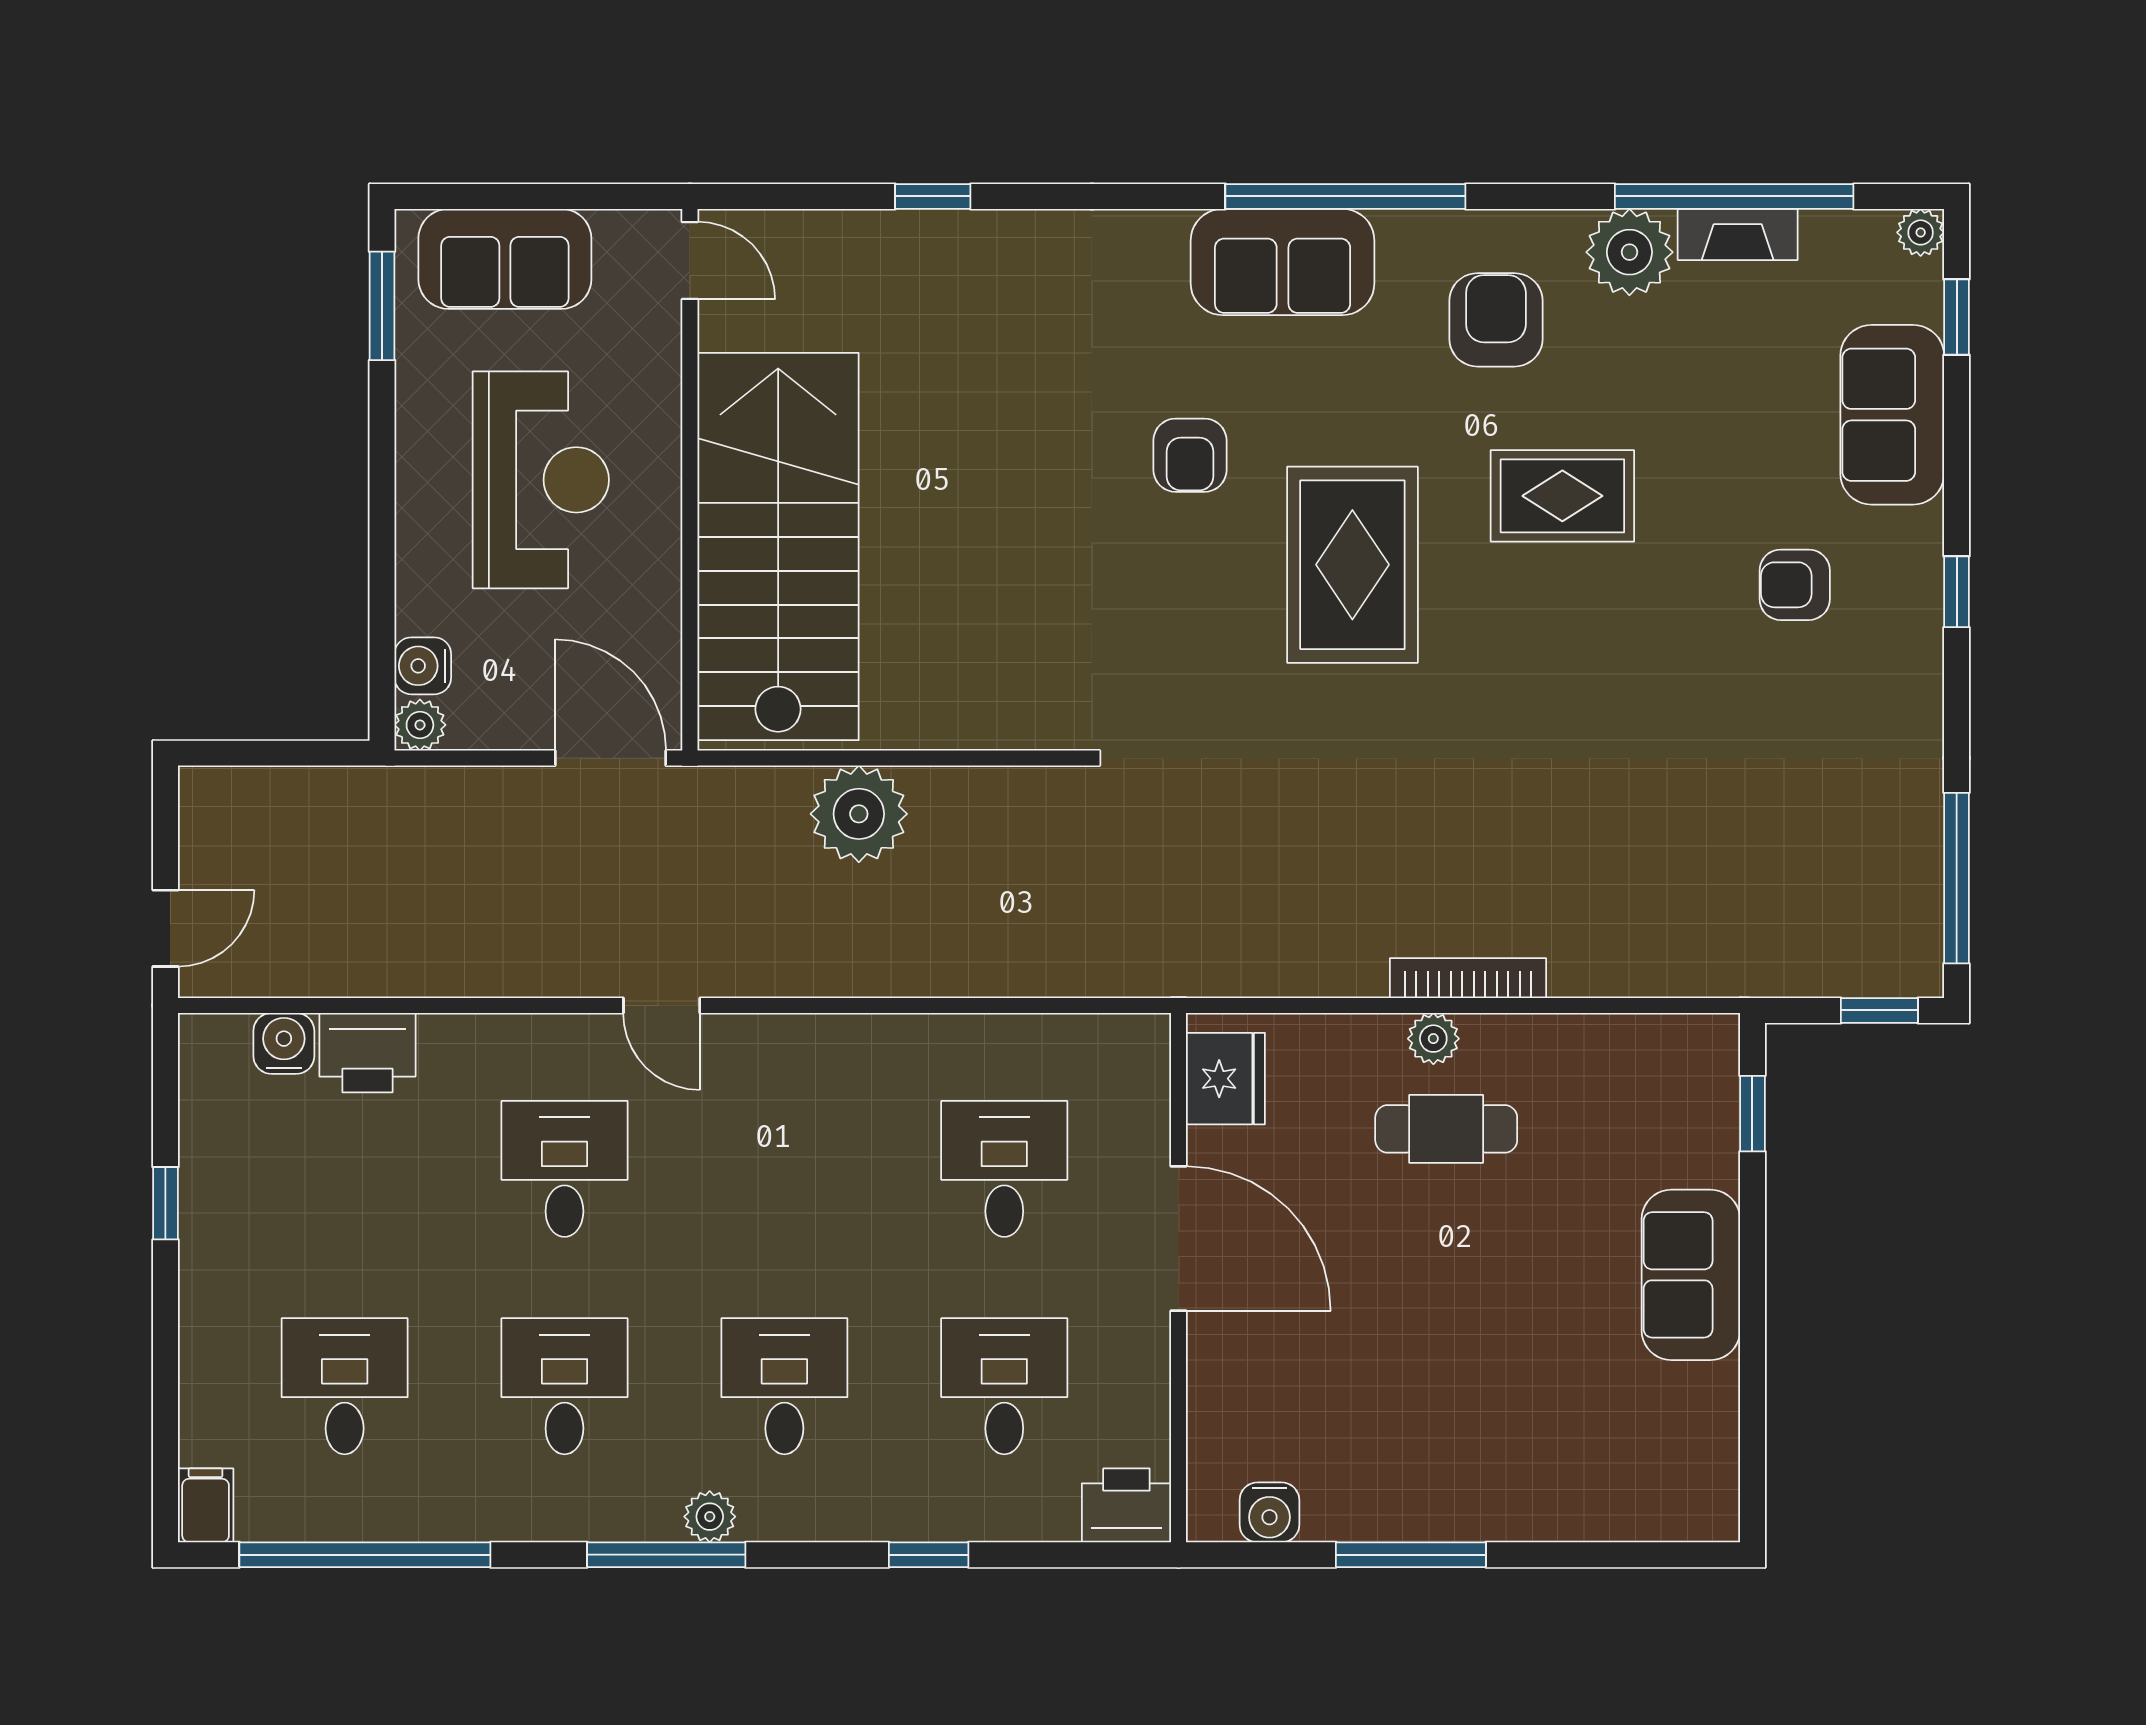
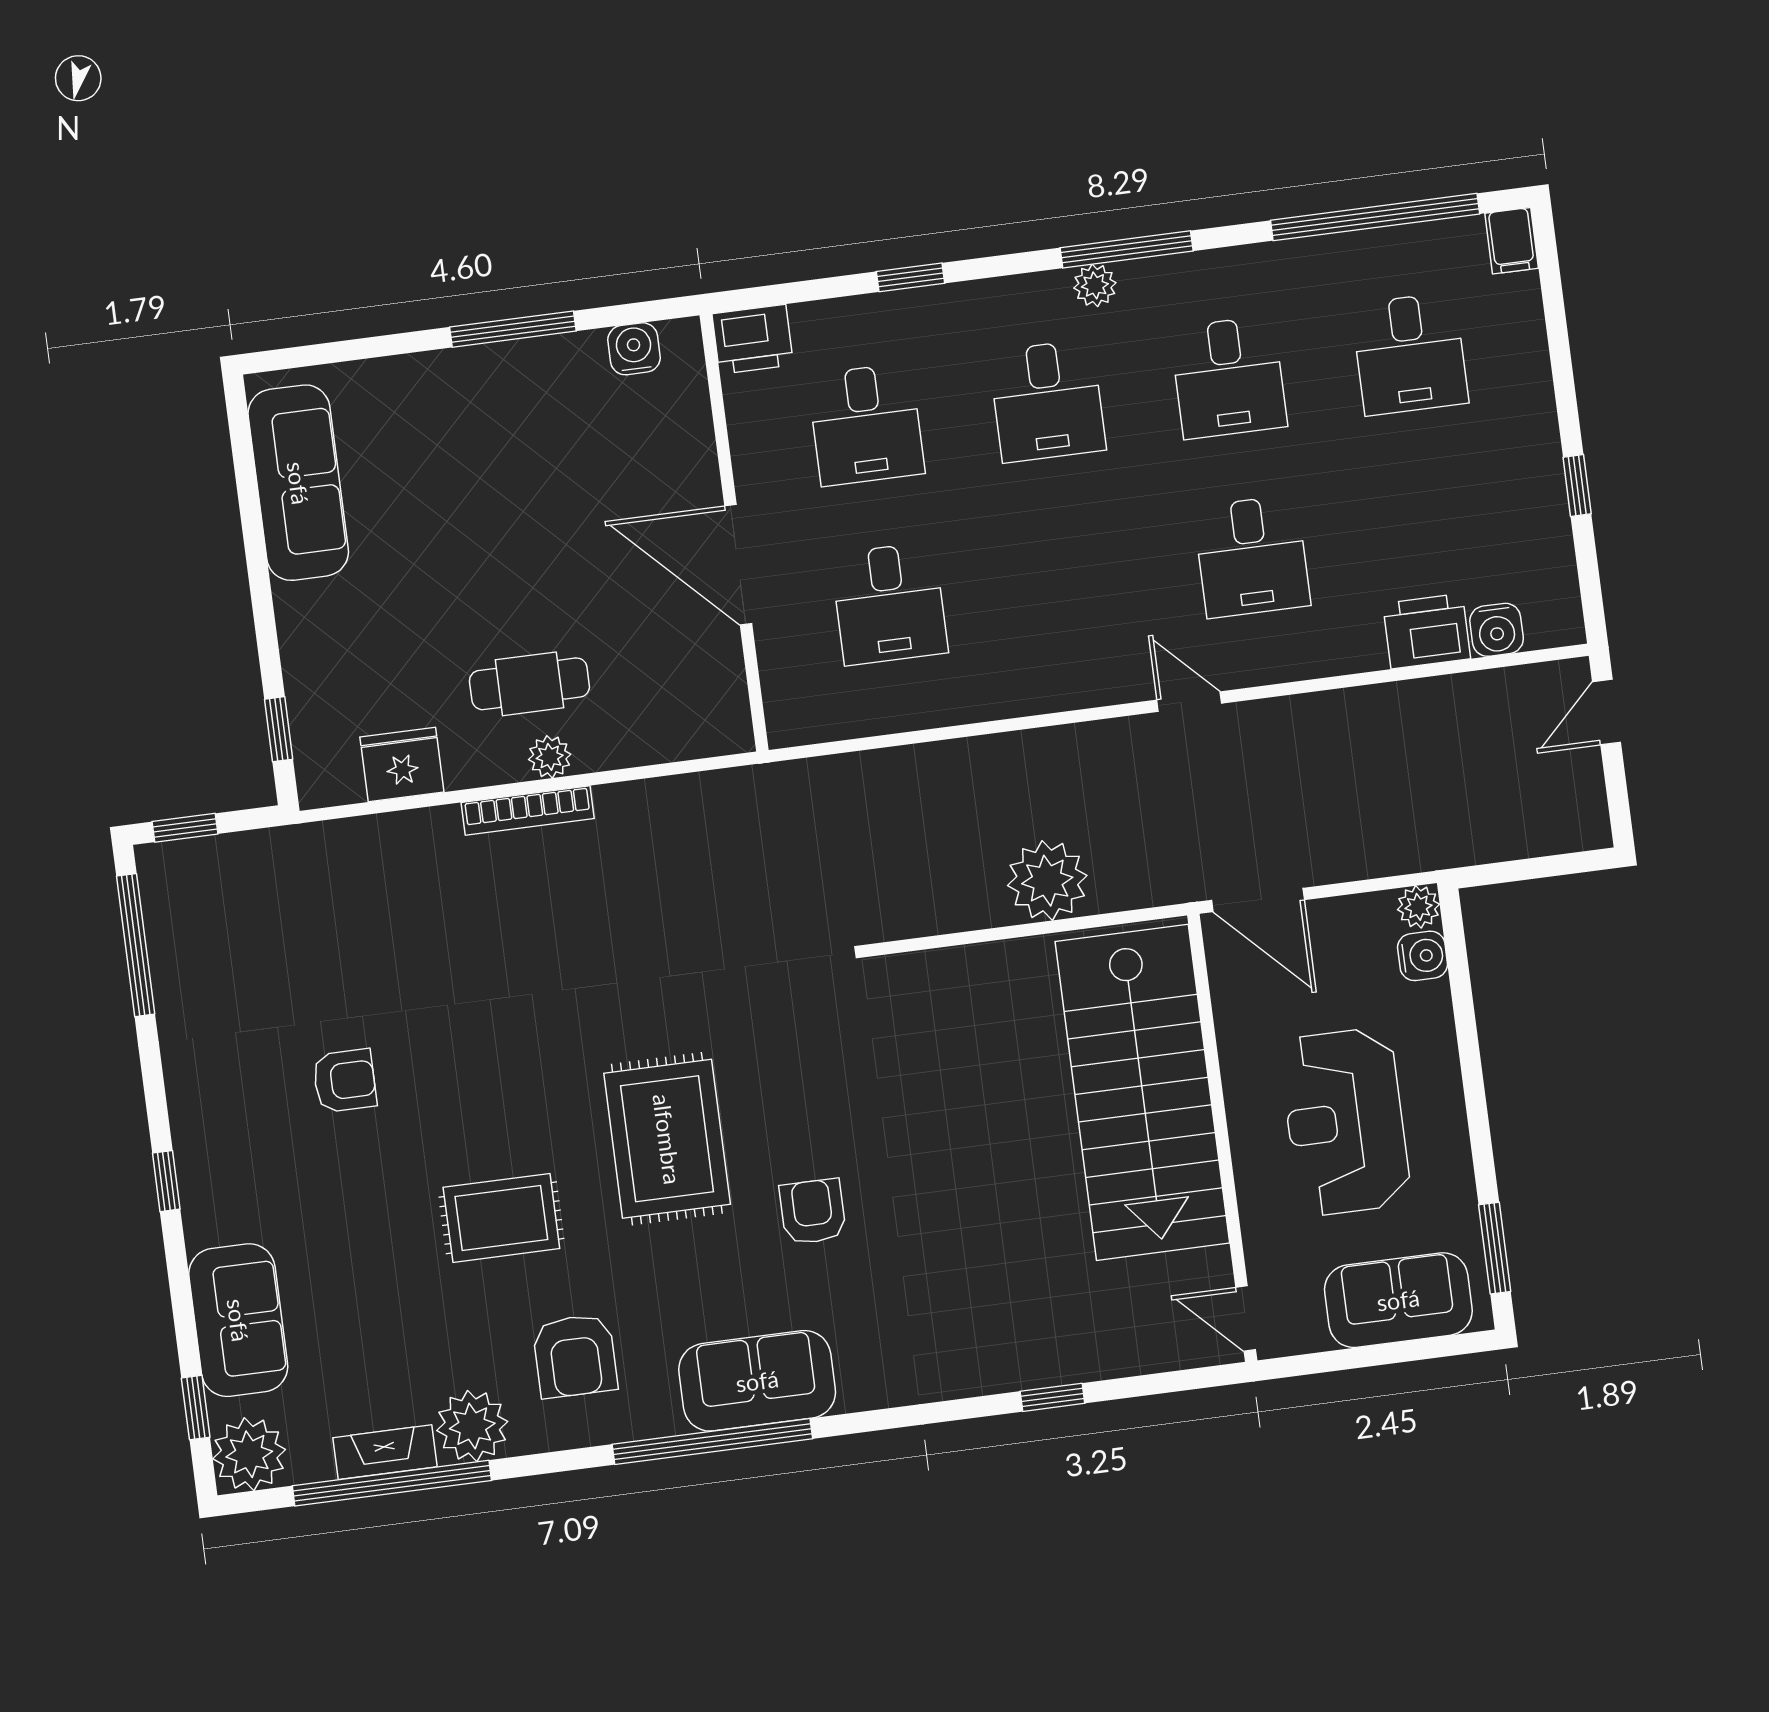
plant: (1921, 232) -> (249, 1454), width x1.87, depth x1.87
armchair: (1795, 585) -> (345, 1081), moved
fridge: (1225, 1079) -> (402, 764), moved, turned 90
sofa: (1691, 1275) -> (298, 483), moved, width x1.36

